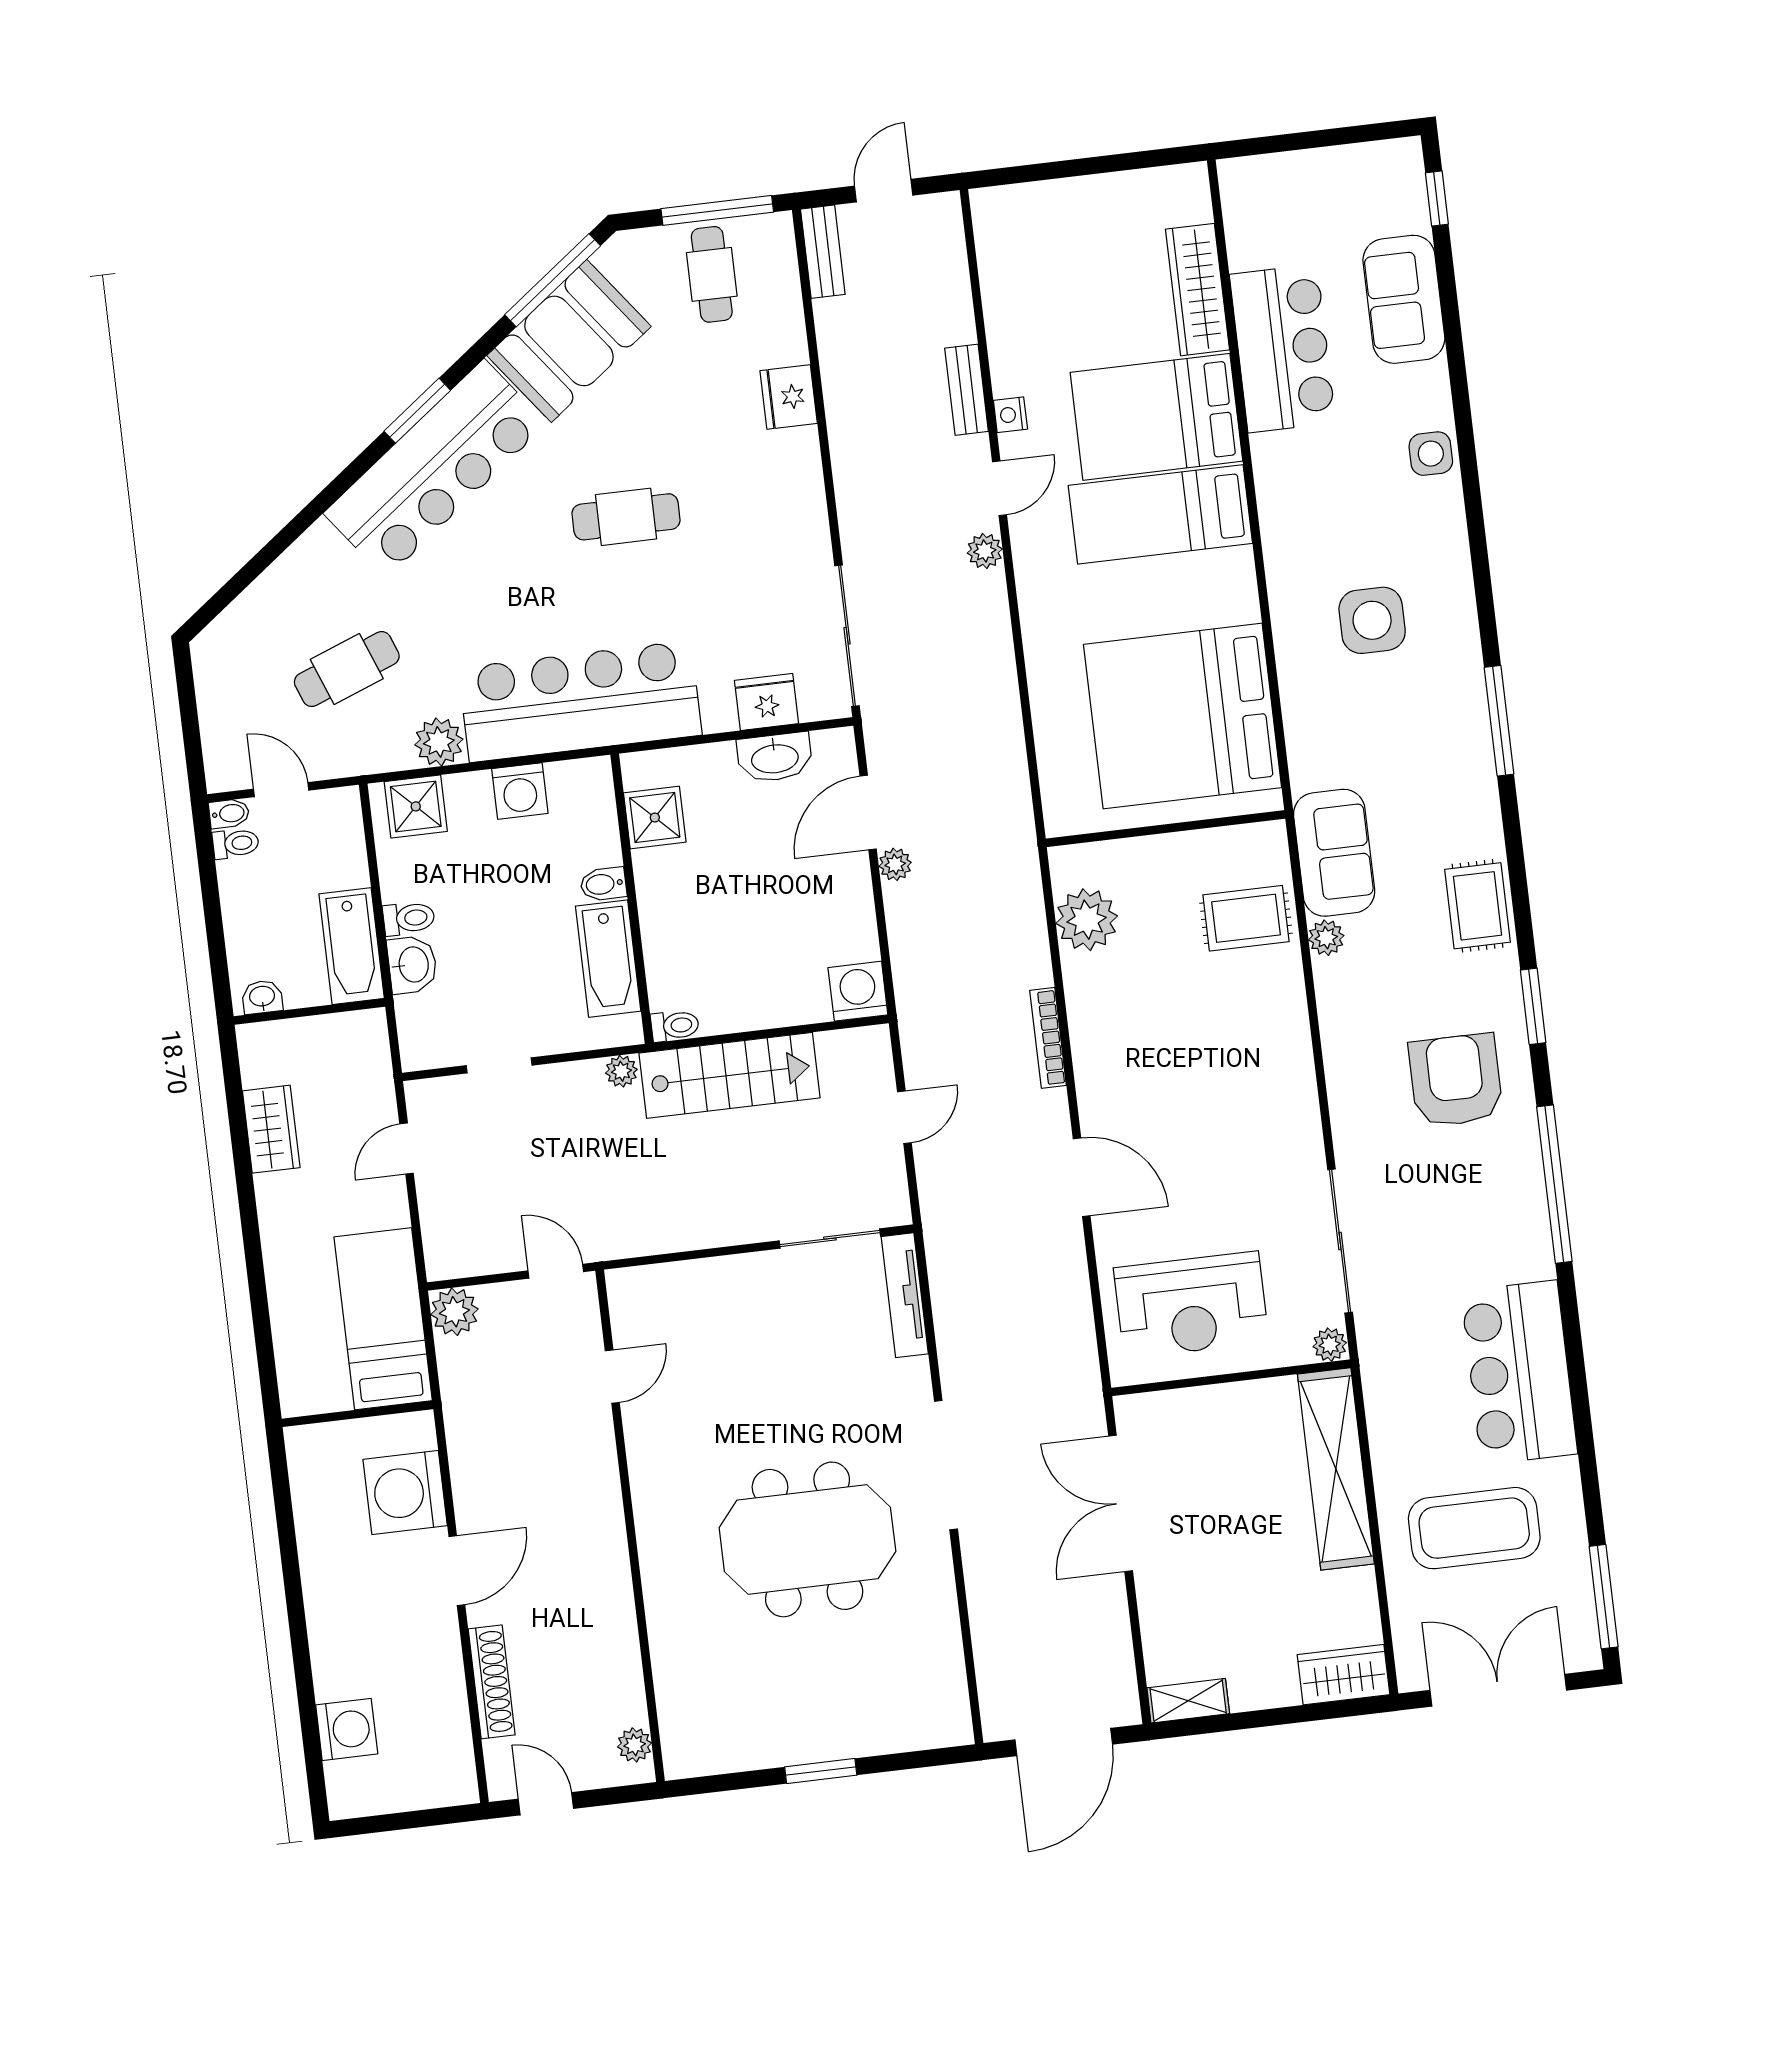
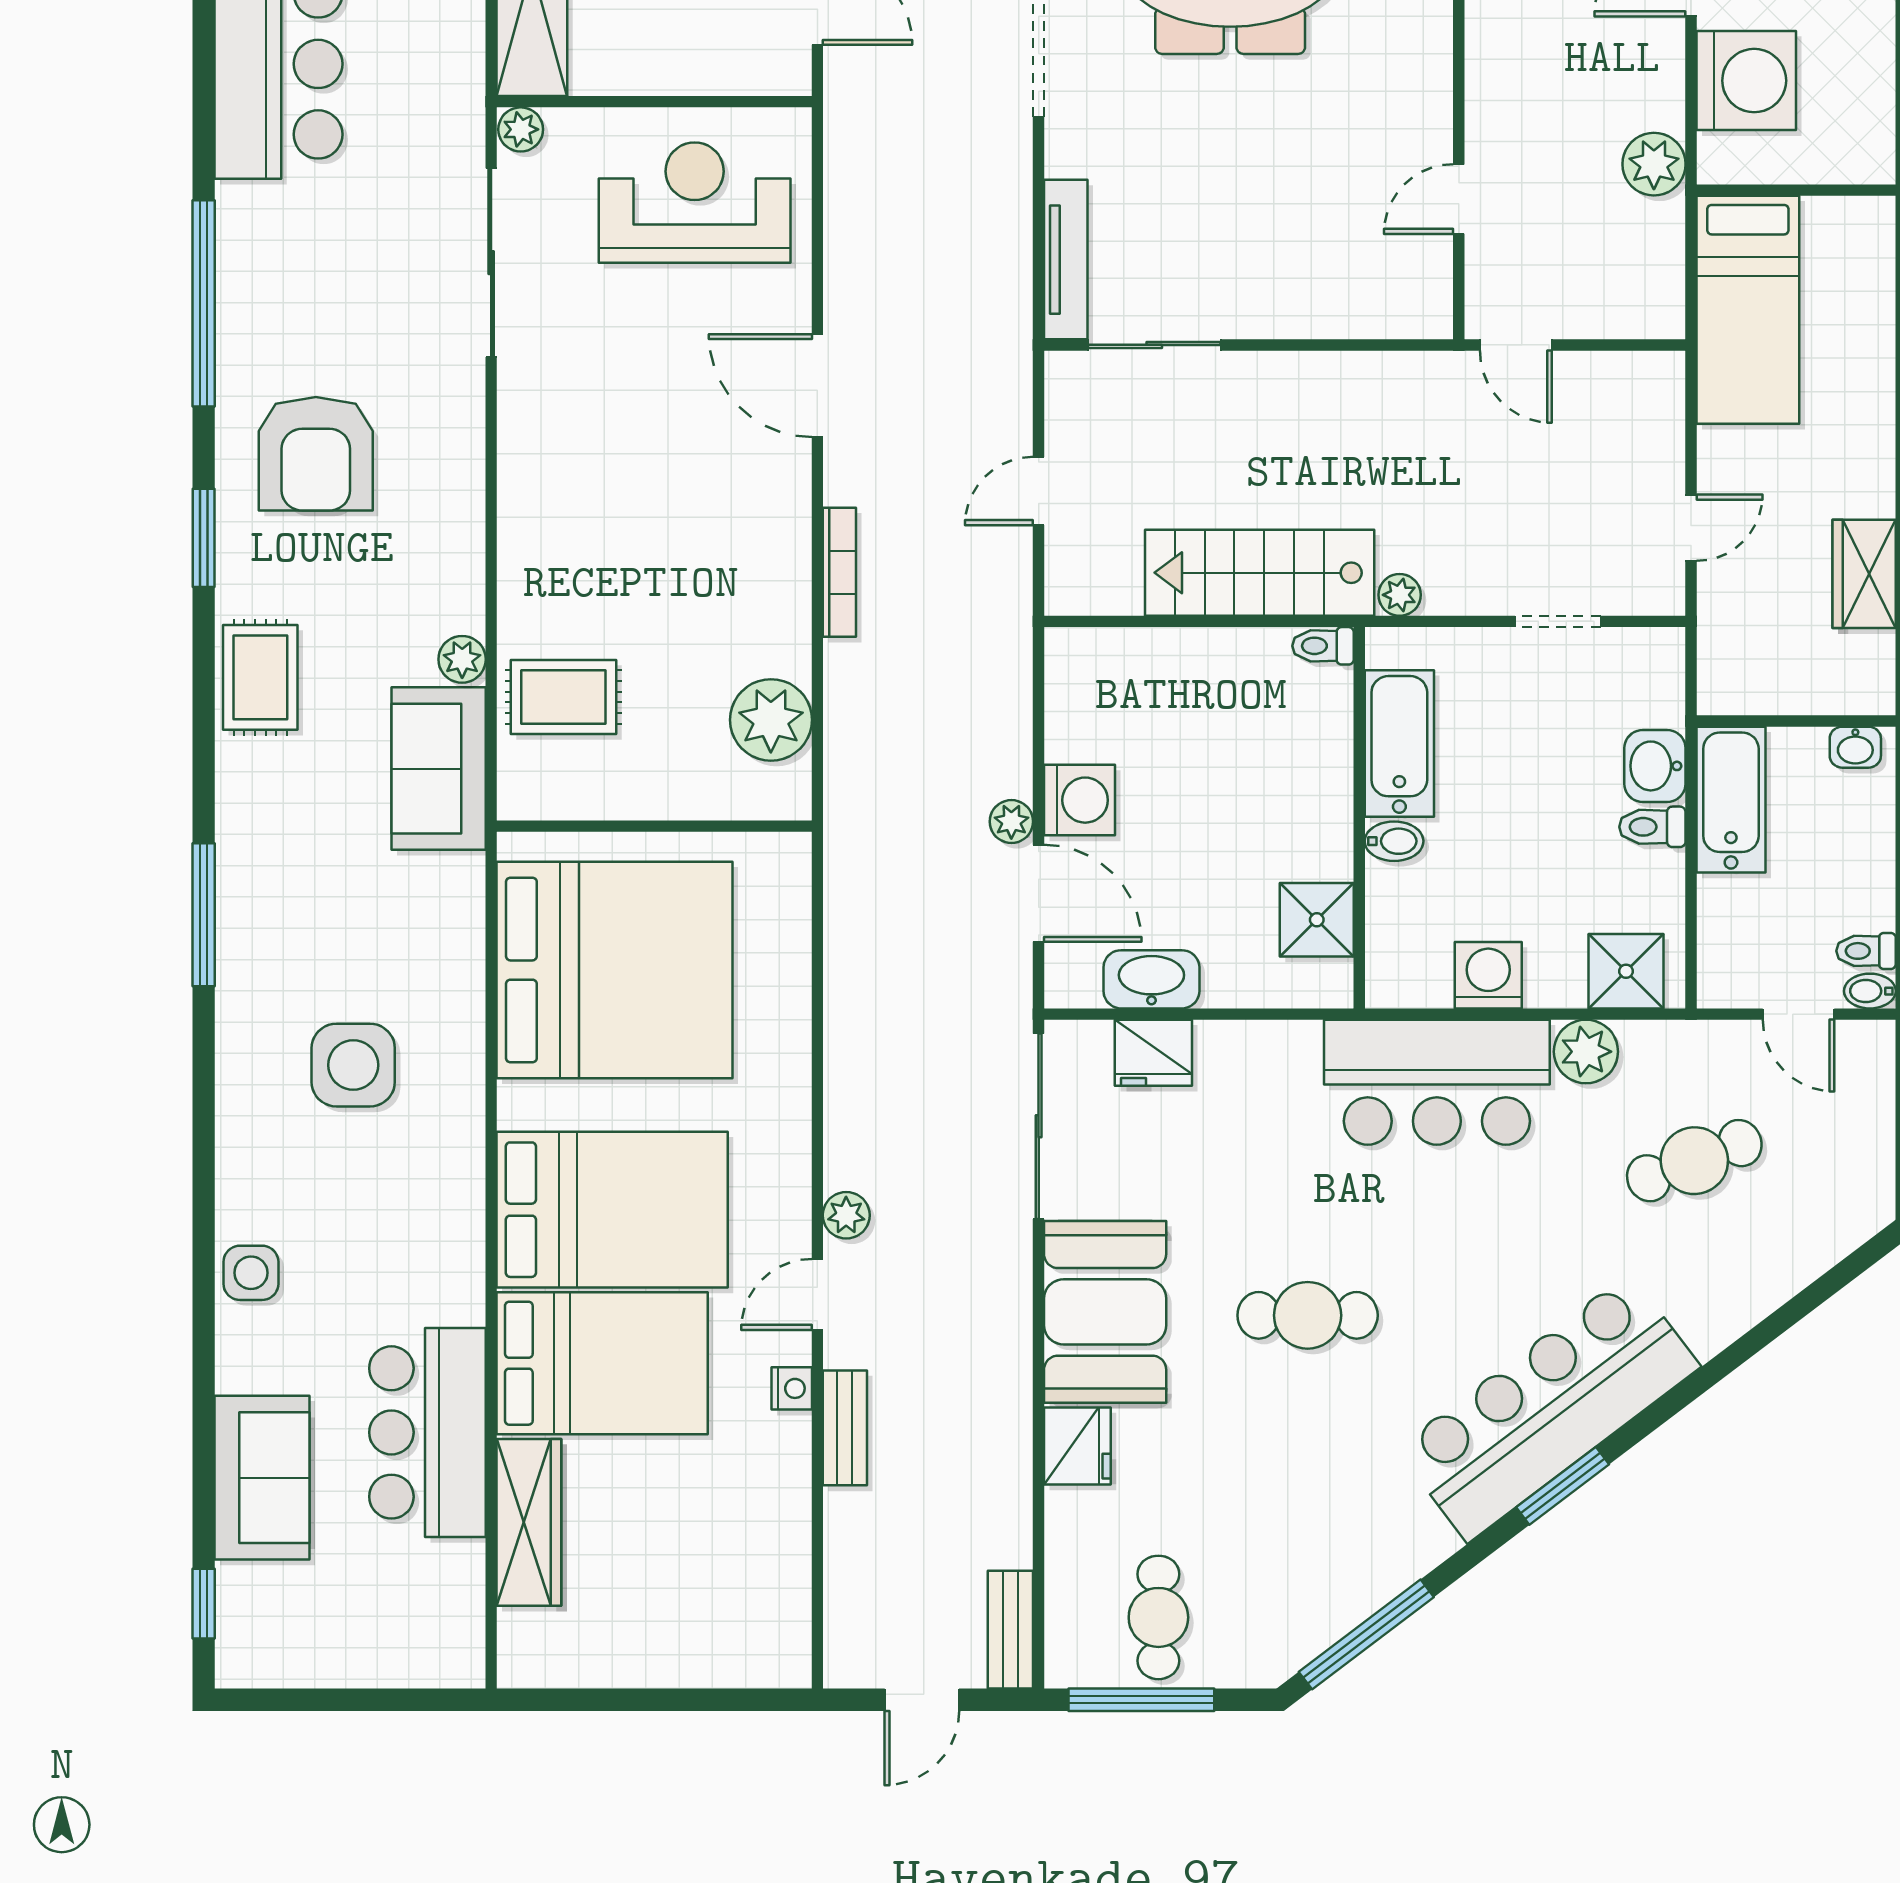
booth: (569, 341) -> (1105, 1312), moved, turned -53
bed: (1160, 514) -> (612, 1210), width x1.50
bar counter: (580, 702) -> (1437, 1082), width x0.73
door: (868, 812) -> (1039, 893), hinge flipped
washing machine: (858, 991) -> (1079, 800), moved, turned -90
plant: (454, 1312) -> (1654, 164), moved

